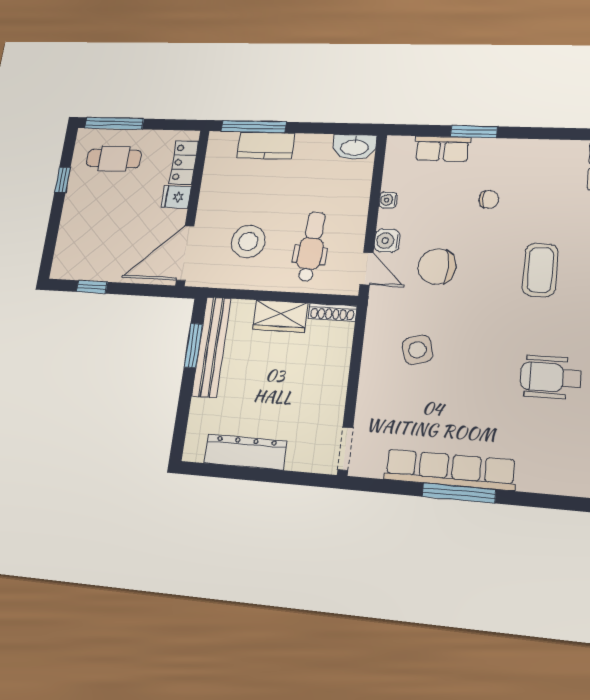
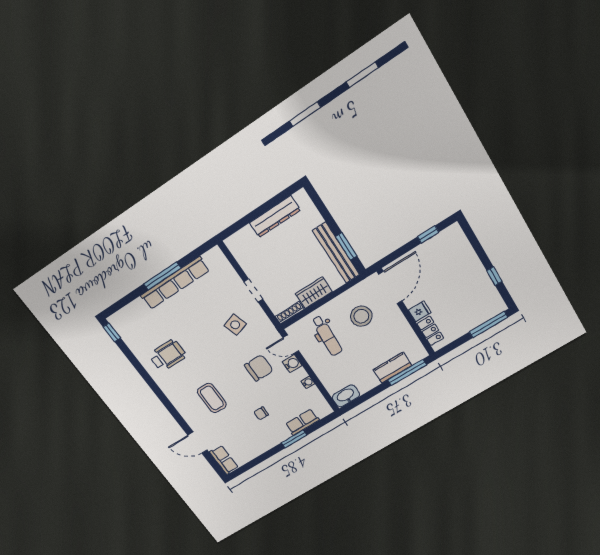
cafe table: (114, 158) -> (473, 307), removed
doorway: (345, 449) -> (253, 290), moved

